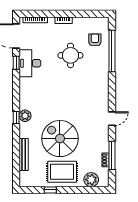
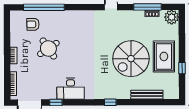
round table: (70, 55) -> (48, 48), turned -34
desk: (30, 63) -> (71, 89), moved
plant: (25, 116) -> (108, 93), removed
plant: (91, 180) -> (172, 17), moved

